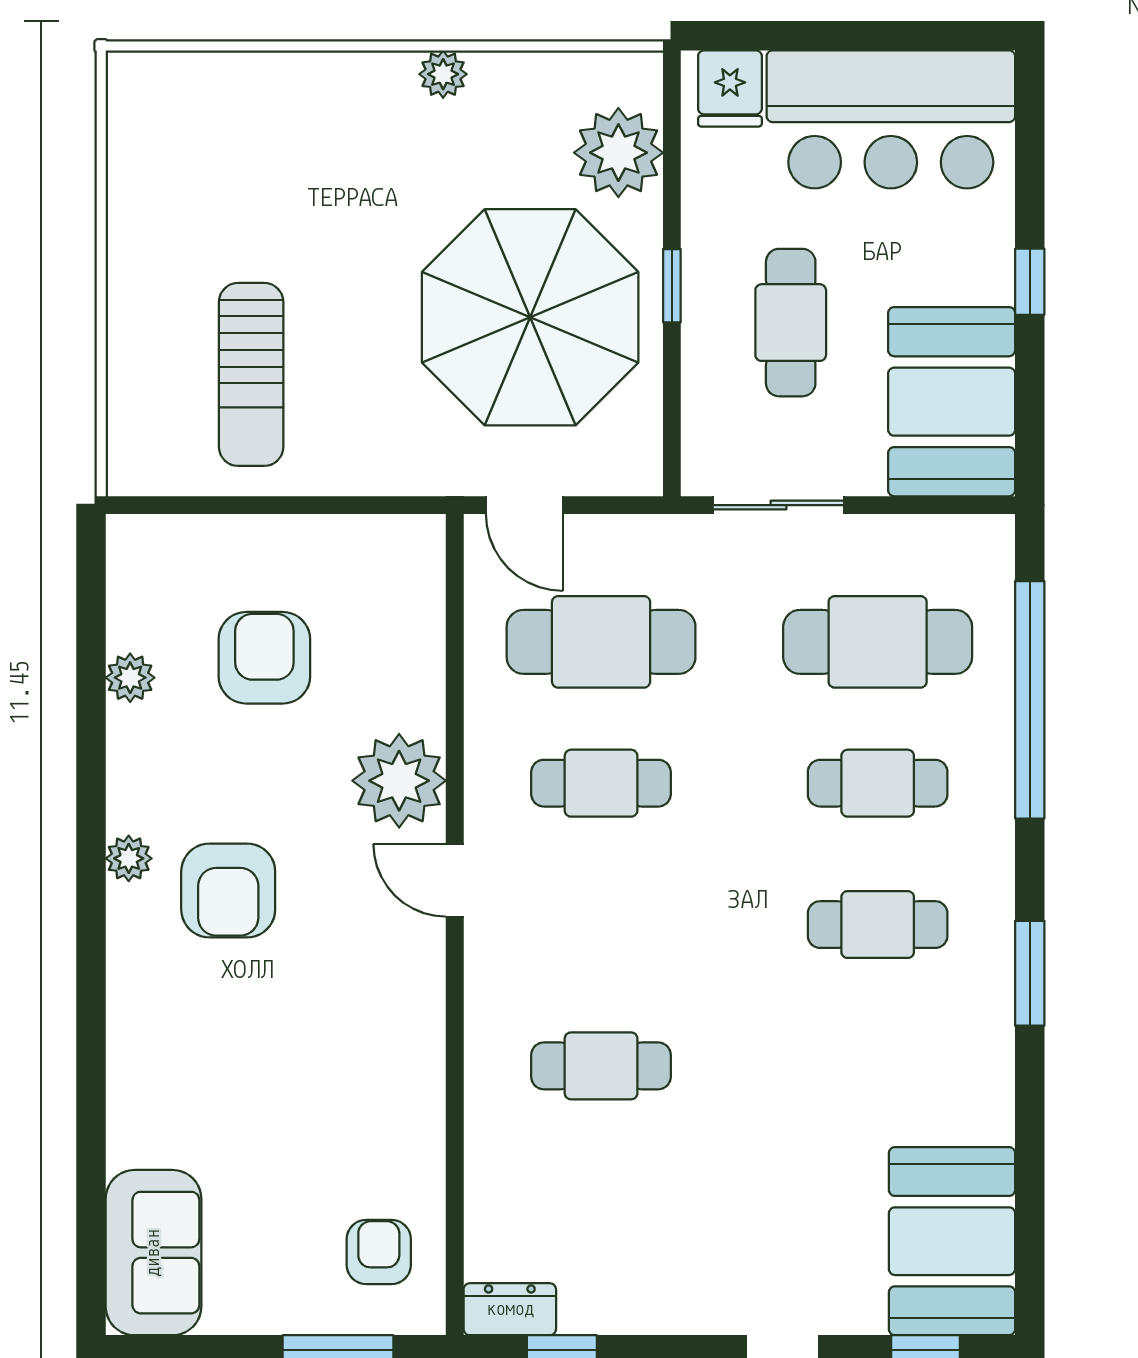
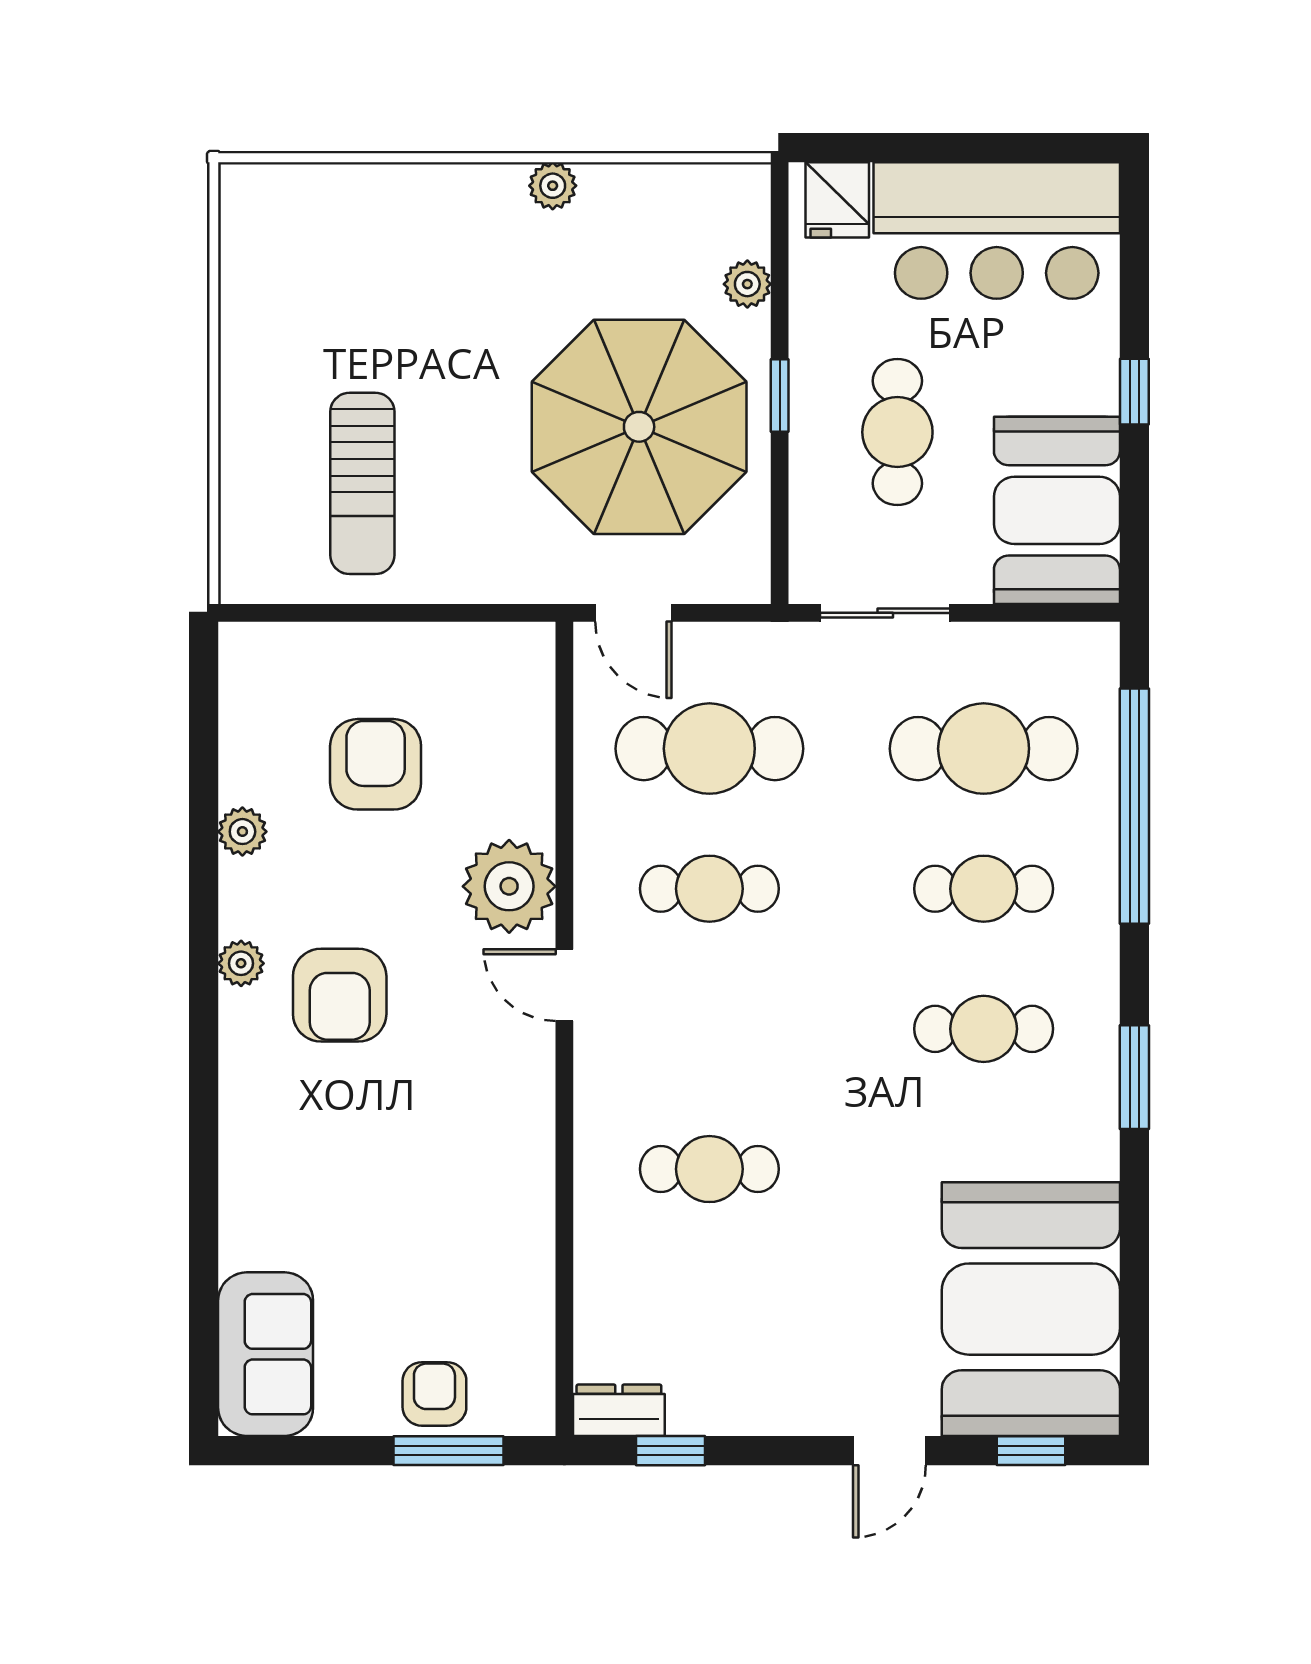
plant: (618, 153) -> (747, 284), width x0.53, depth x0.53
plant: (130, 678) -> (242, 832), moved
booth: (952, 1241) -> (1031, 1309), width x1.36, depth x1.42
armchair: (379, 1252) -> (434, 1394), moved

